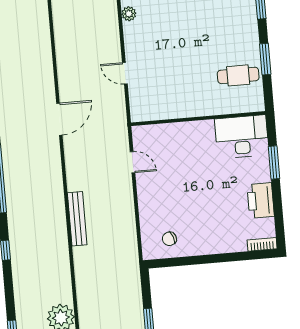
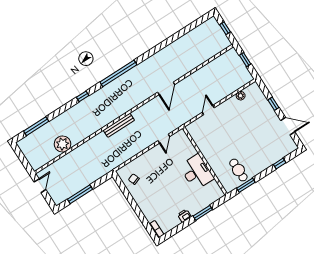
window: (265, 59) -> (246, 185), moved
door: (59, 119) -> (166, 88), hinge flipped
desk: (242, 137) -> (197, 172), moved
printer: (261, 201) -> (184, 216), width x0.53, depth x0.68

